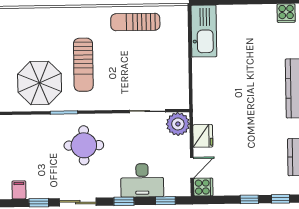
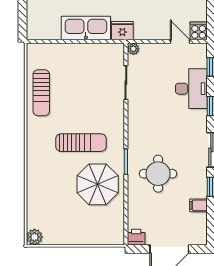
kitchen sink: (204, 31) -> (86, 28), moved
plant: (178, 124) -> (133, 49), width x0.53, depth x0.53
fridge: (203, 136) -> (122, 31), moved
round table: (84, 145) -> (158, 174), moved

